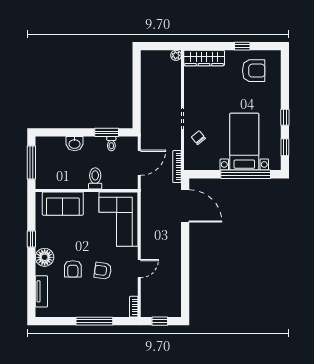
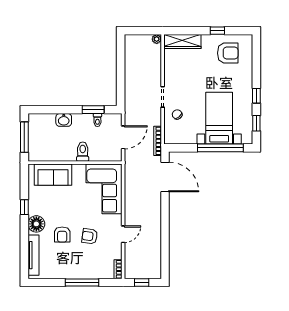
tv unit: (41, 291) -> (34, 255), width x1.41

